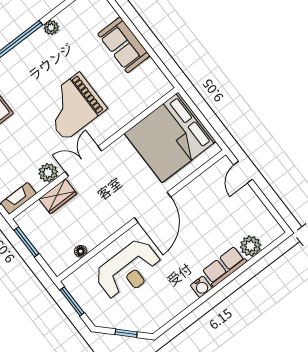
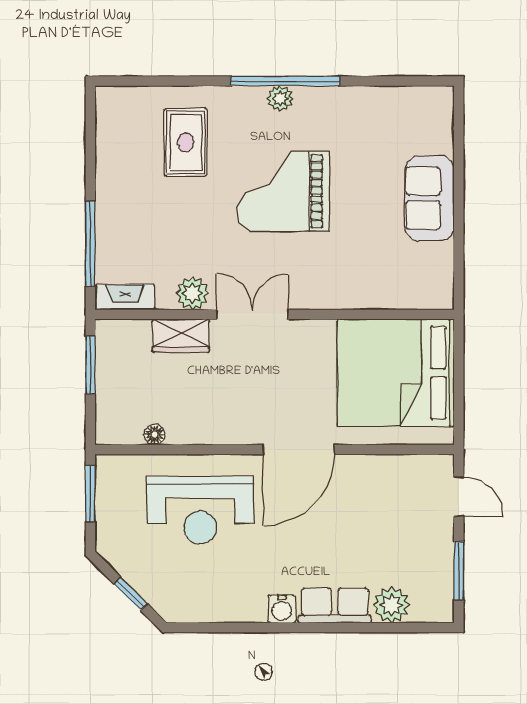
plant: (51, 28) -> (280, 98), moved
grand piano: (72, 106) -> (283, 191), moved
door: (243, 172) -> (459, 497), swing flipped
window: (269, 206) -> (459, 571), added

